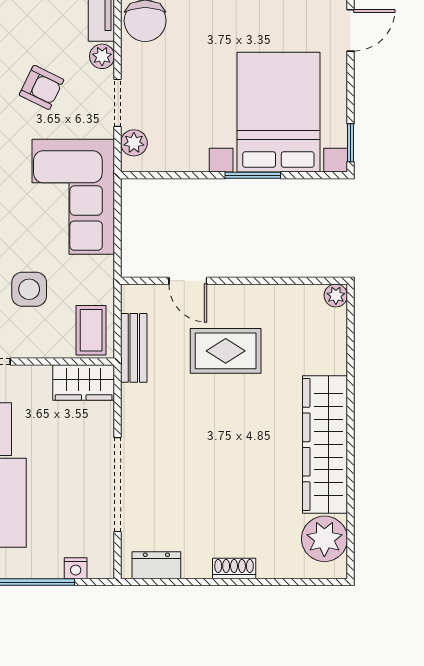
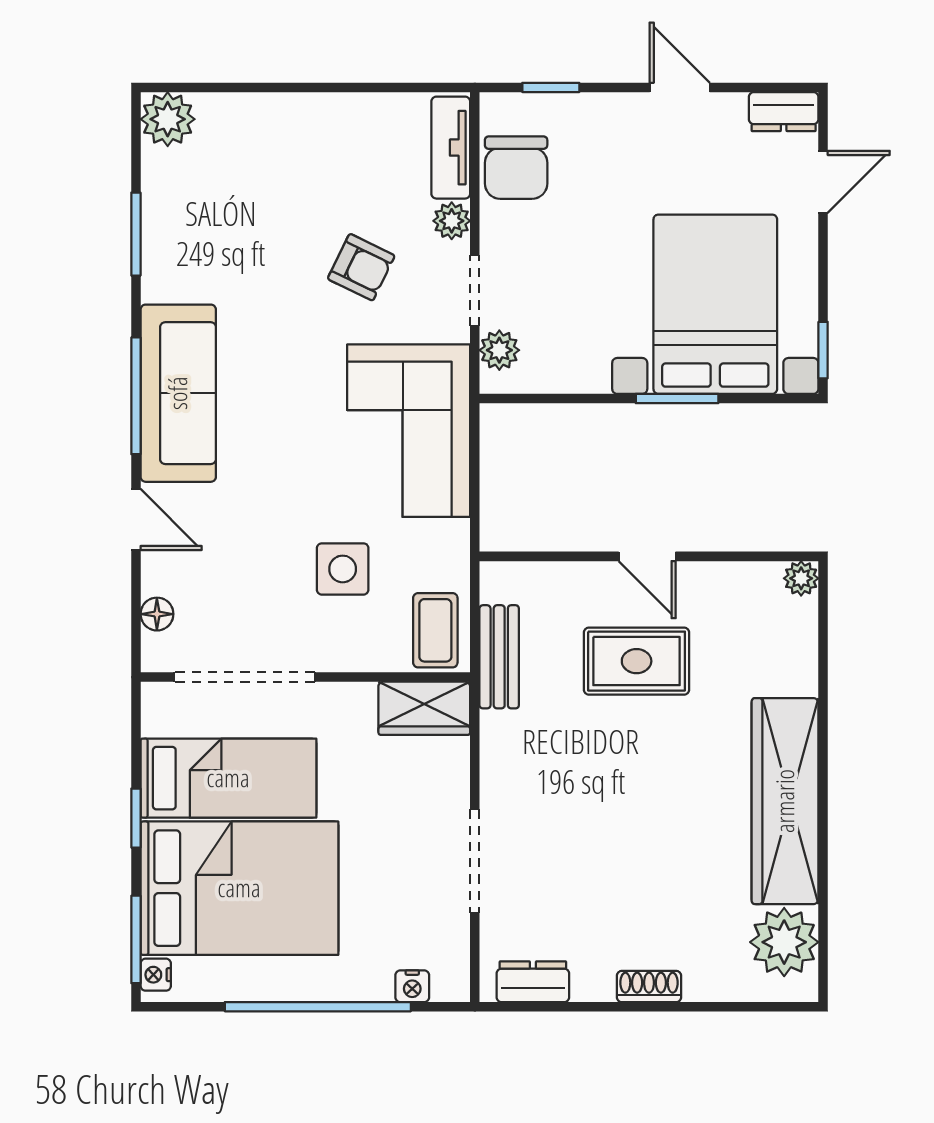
door: (188, 281) -> (647, 556), moved
doorway: (118, 485) -> (475, 861), width x0.73

